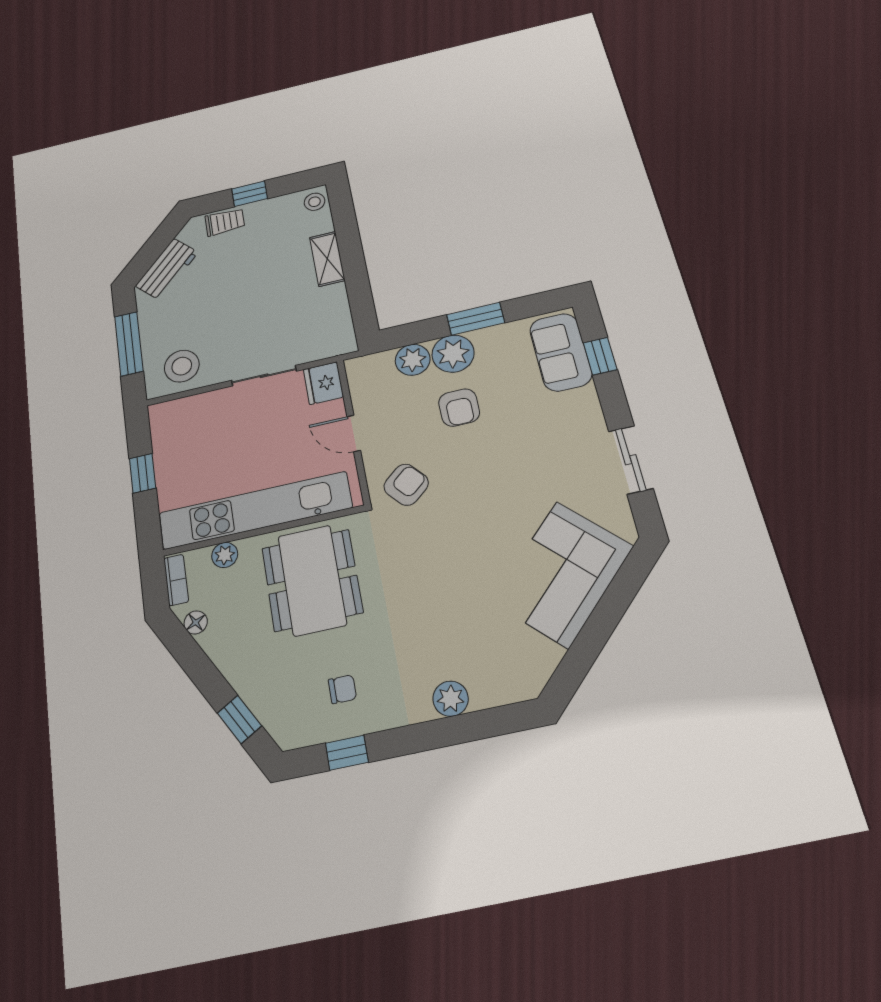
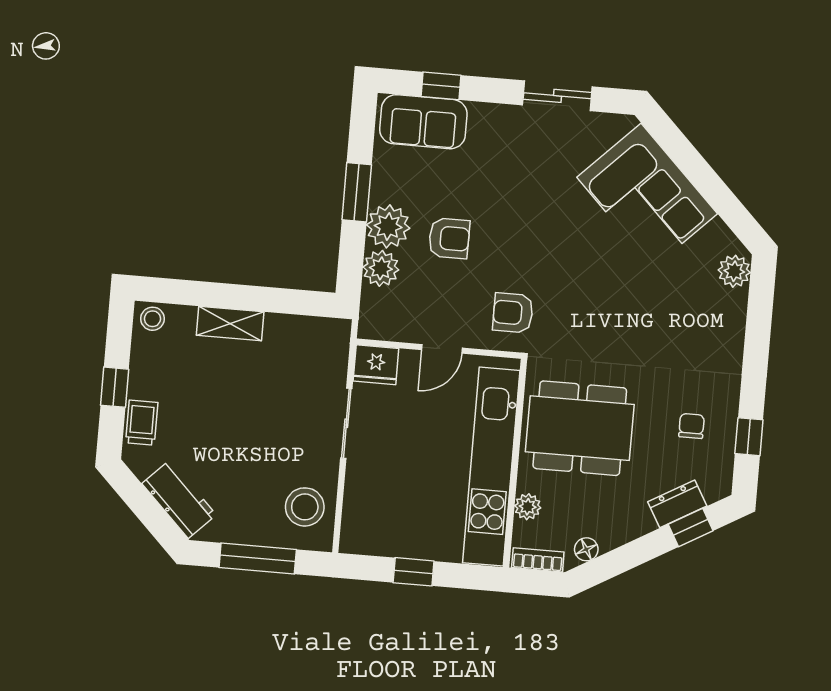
armchair: (406, 485) -> (513, 313), turned -50
dresser: (260, 698) -> (677, 504), added
plant: (451, 699) -> (734, 271), moved

